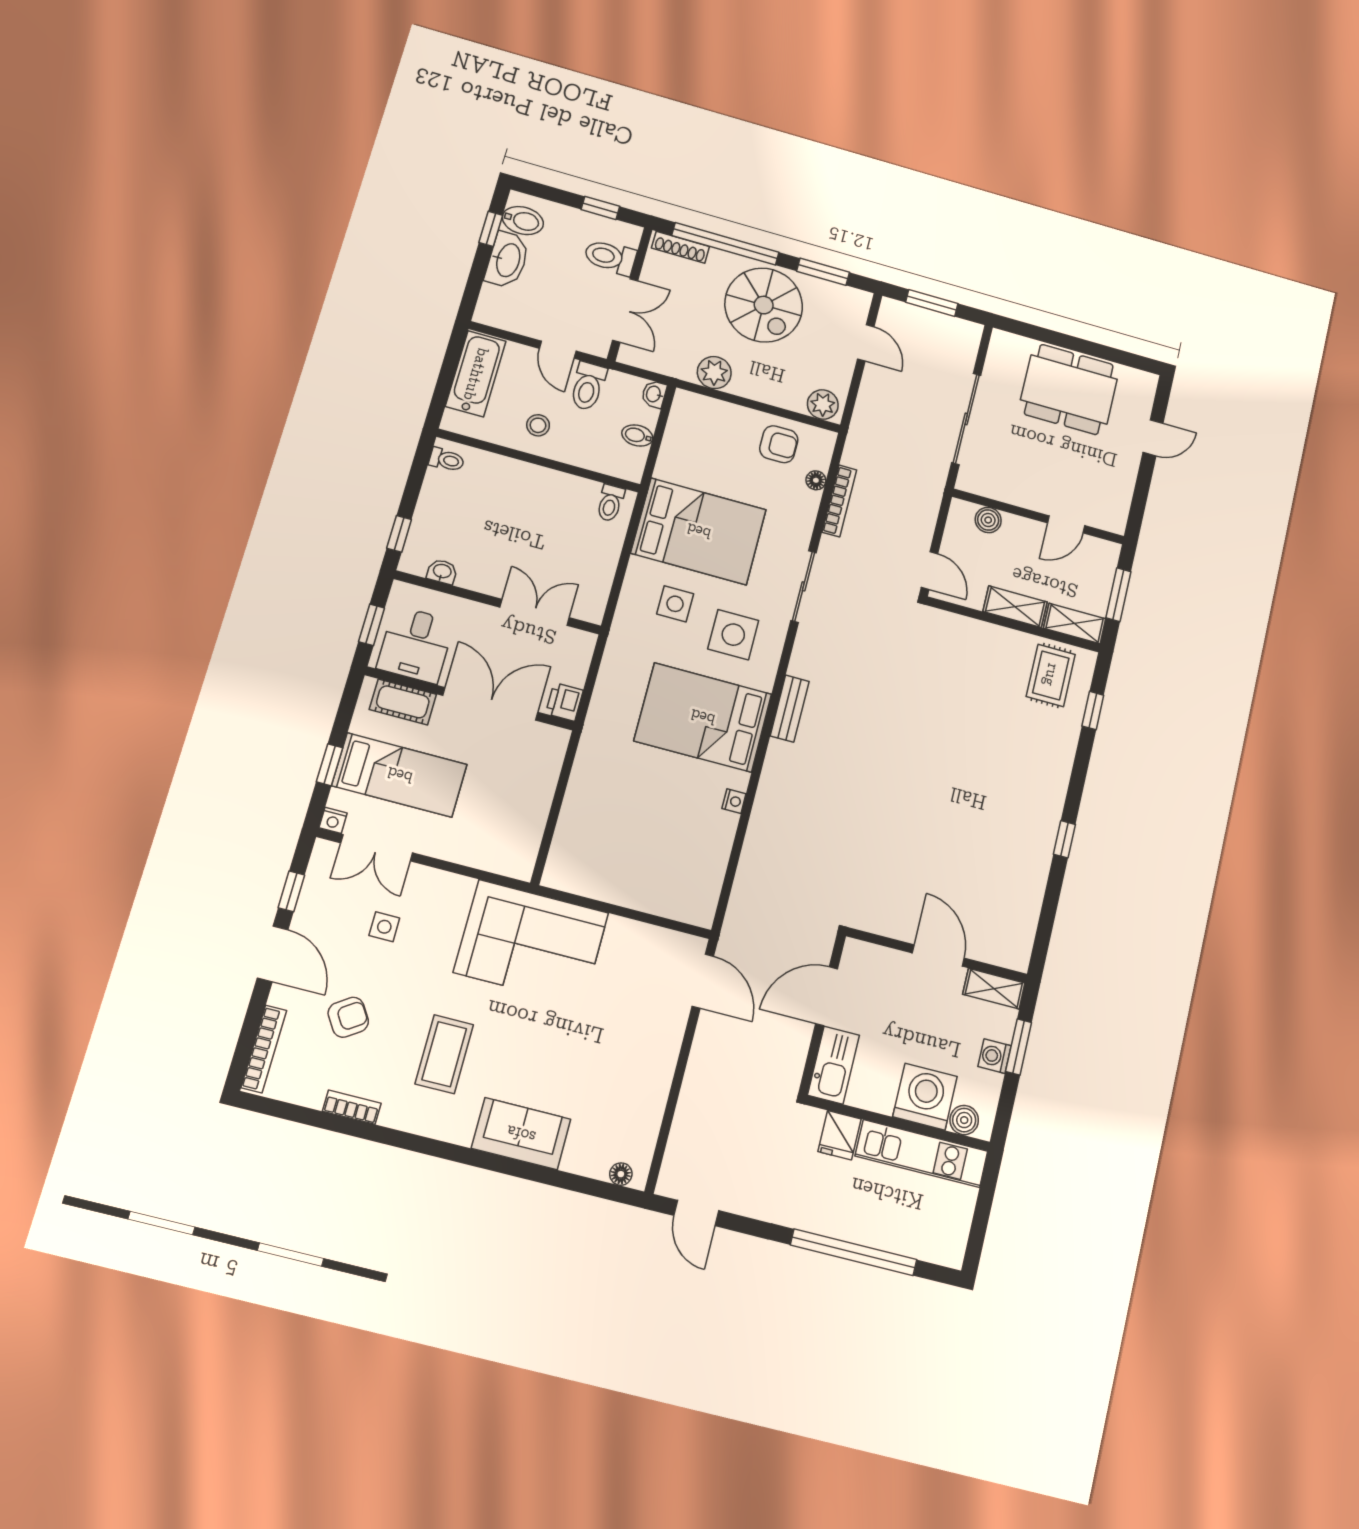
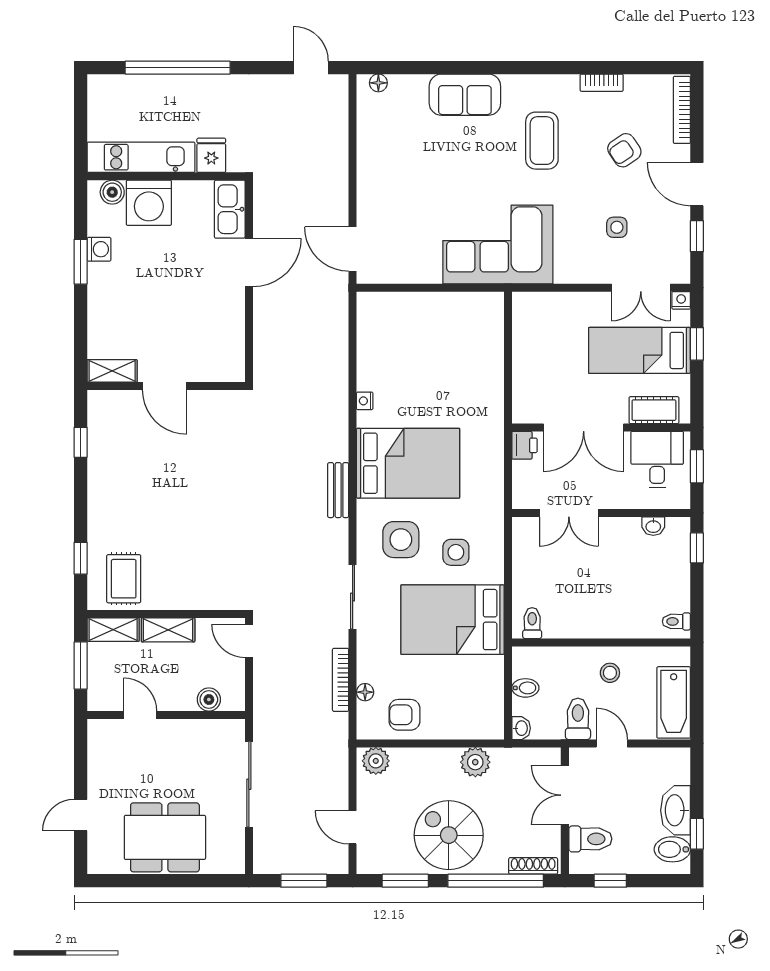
door: (1066, 524) -> (140, 715), hinge flipped
double door: (377, 848) -> (641, 288), swing flipped
wall: (937, 955) -> (166, 386), moved
door: (938, 956) -> (165, 386), moved
shelving: (994, 989) -> (112, 371), moved

